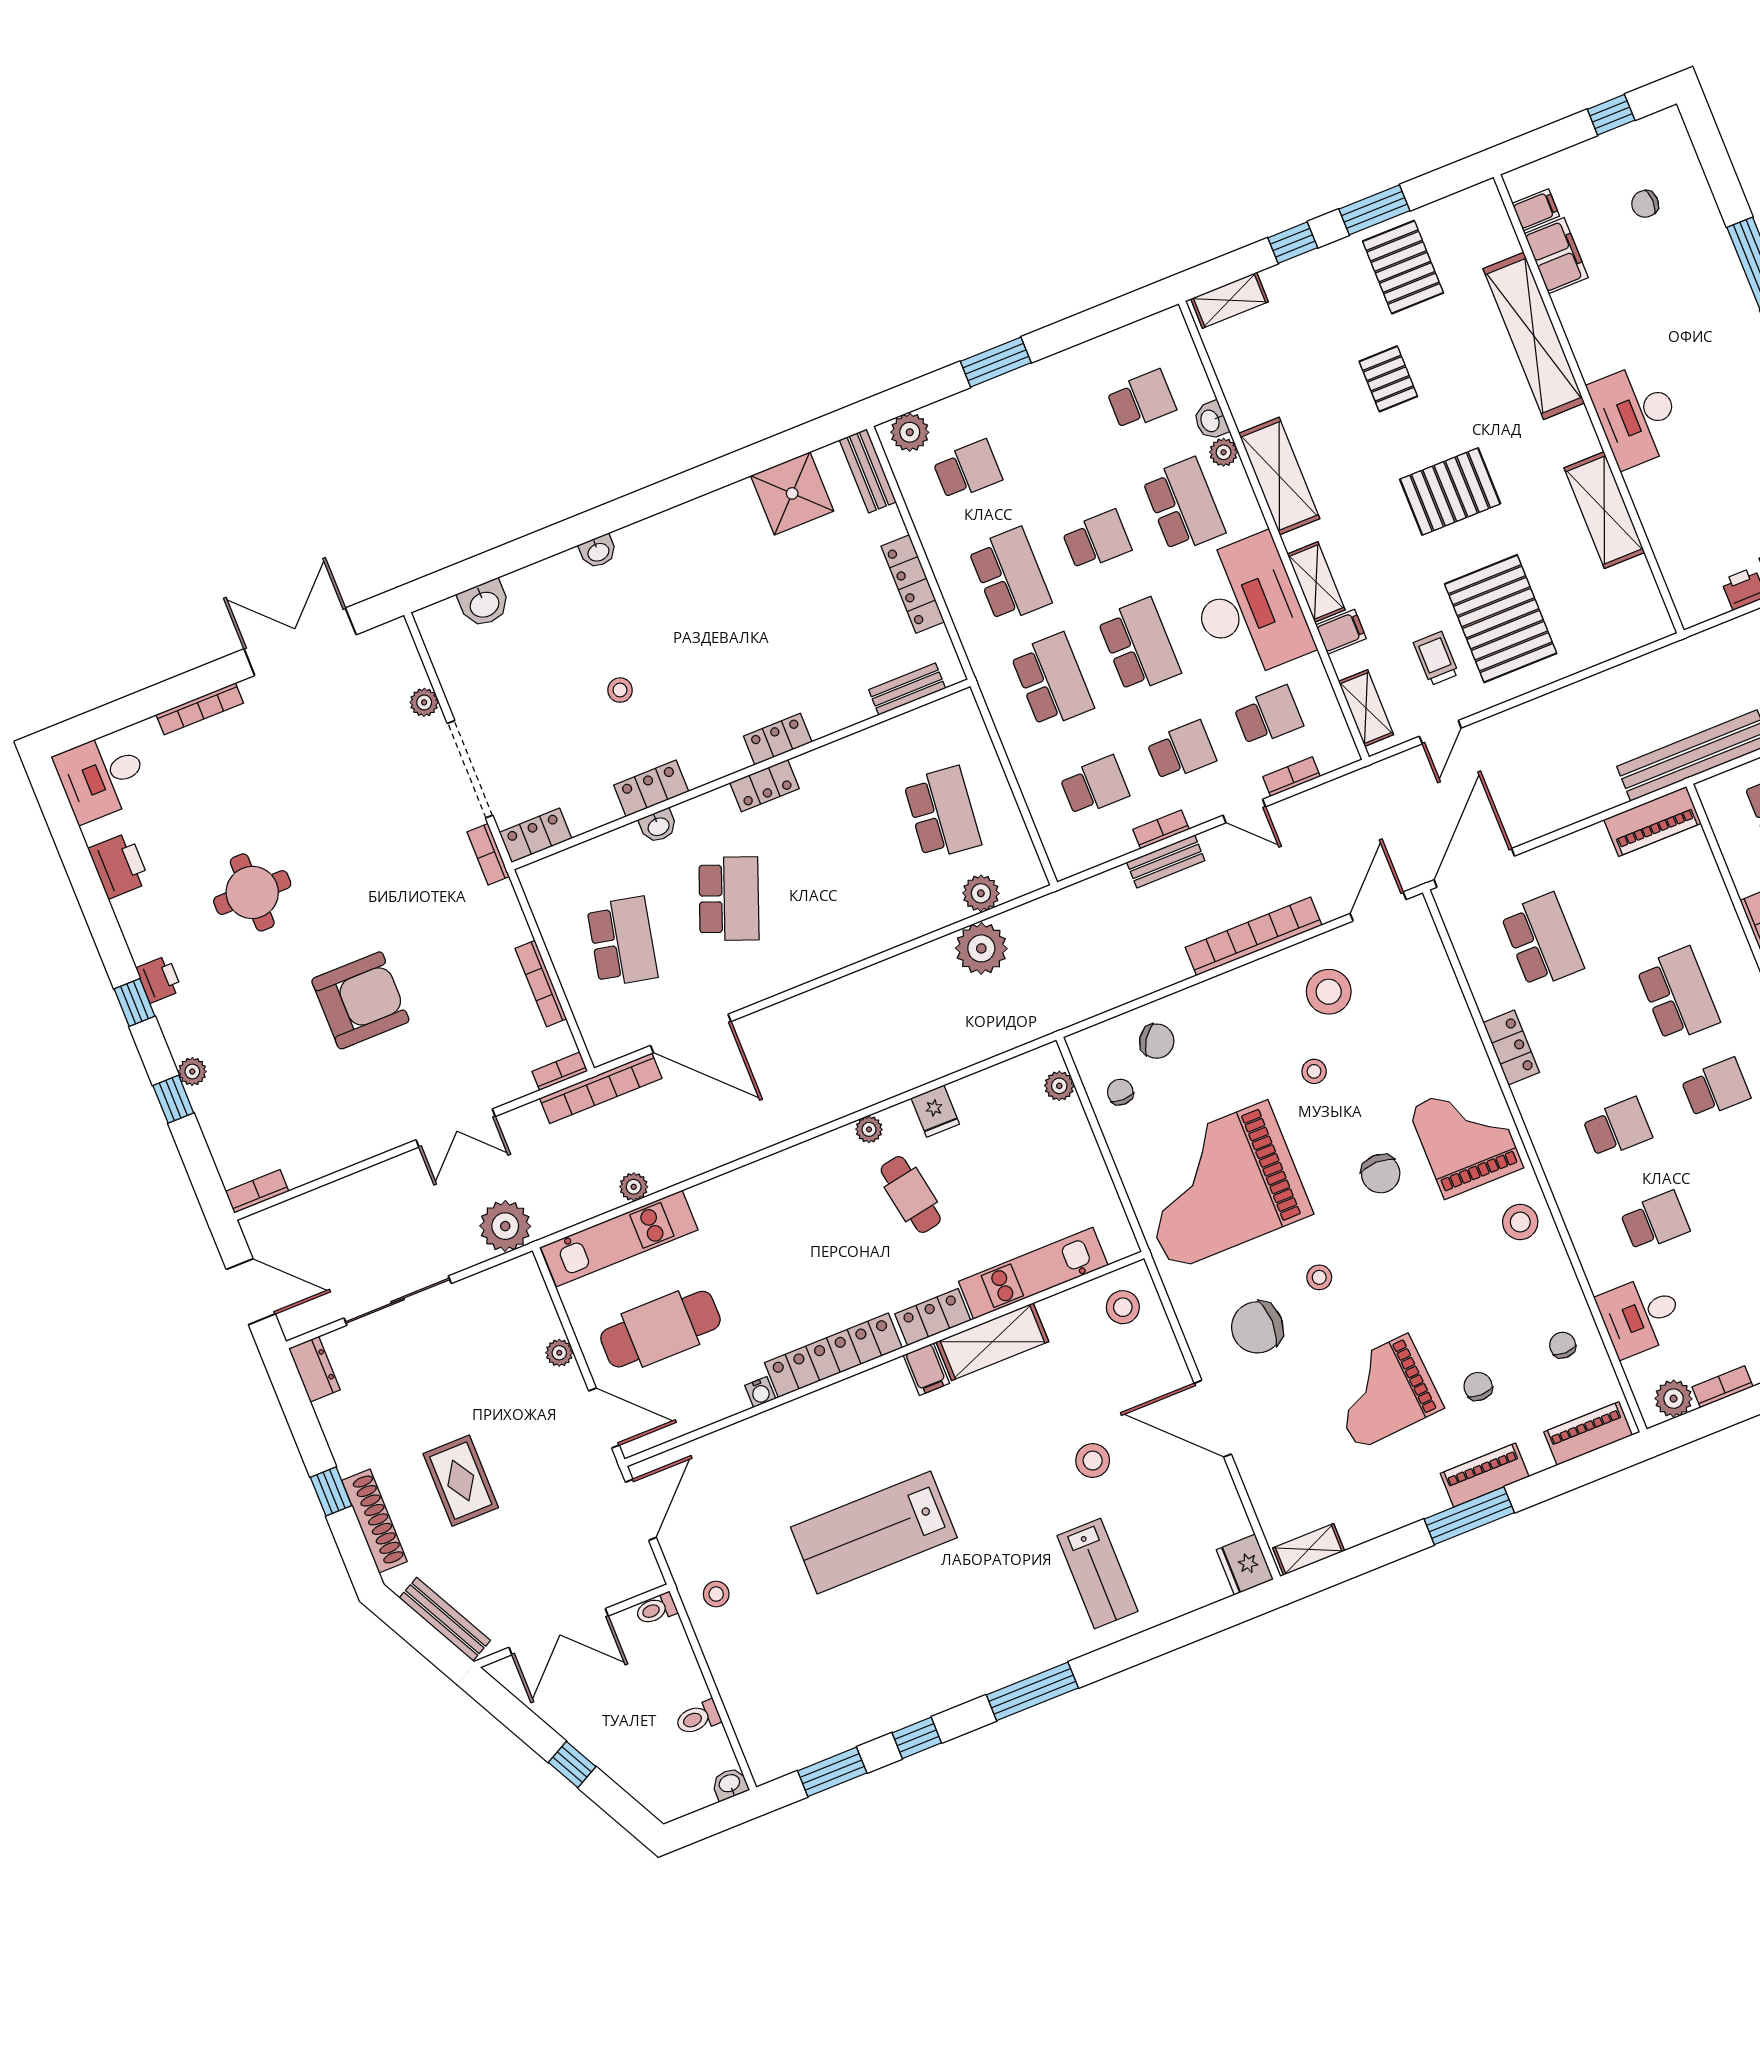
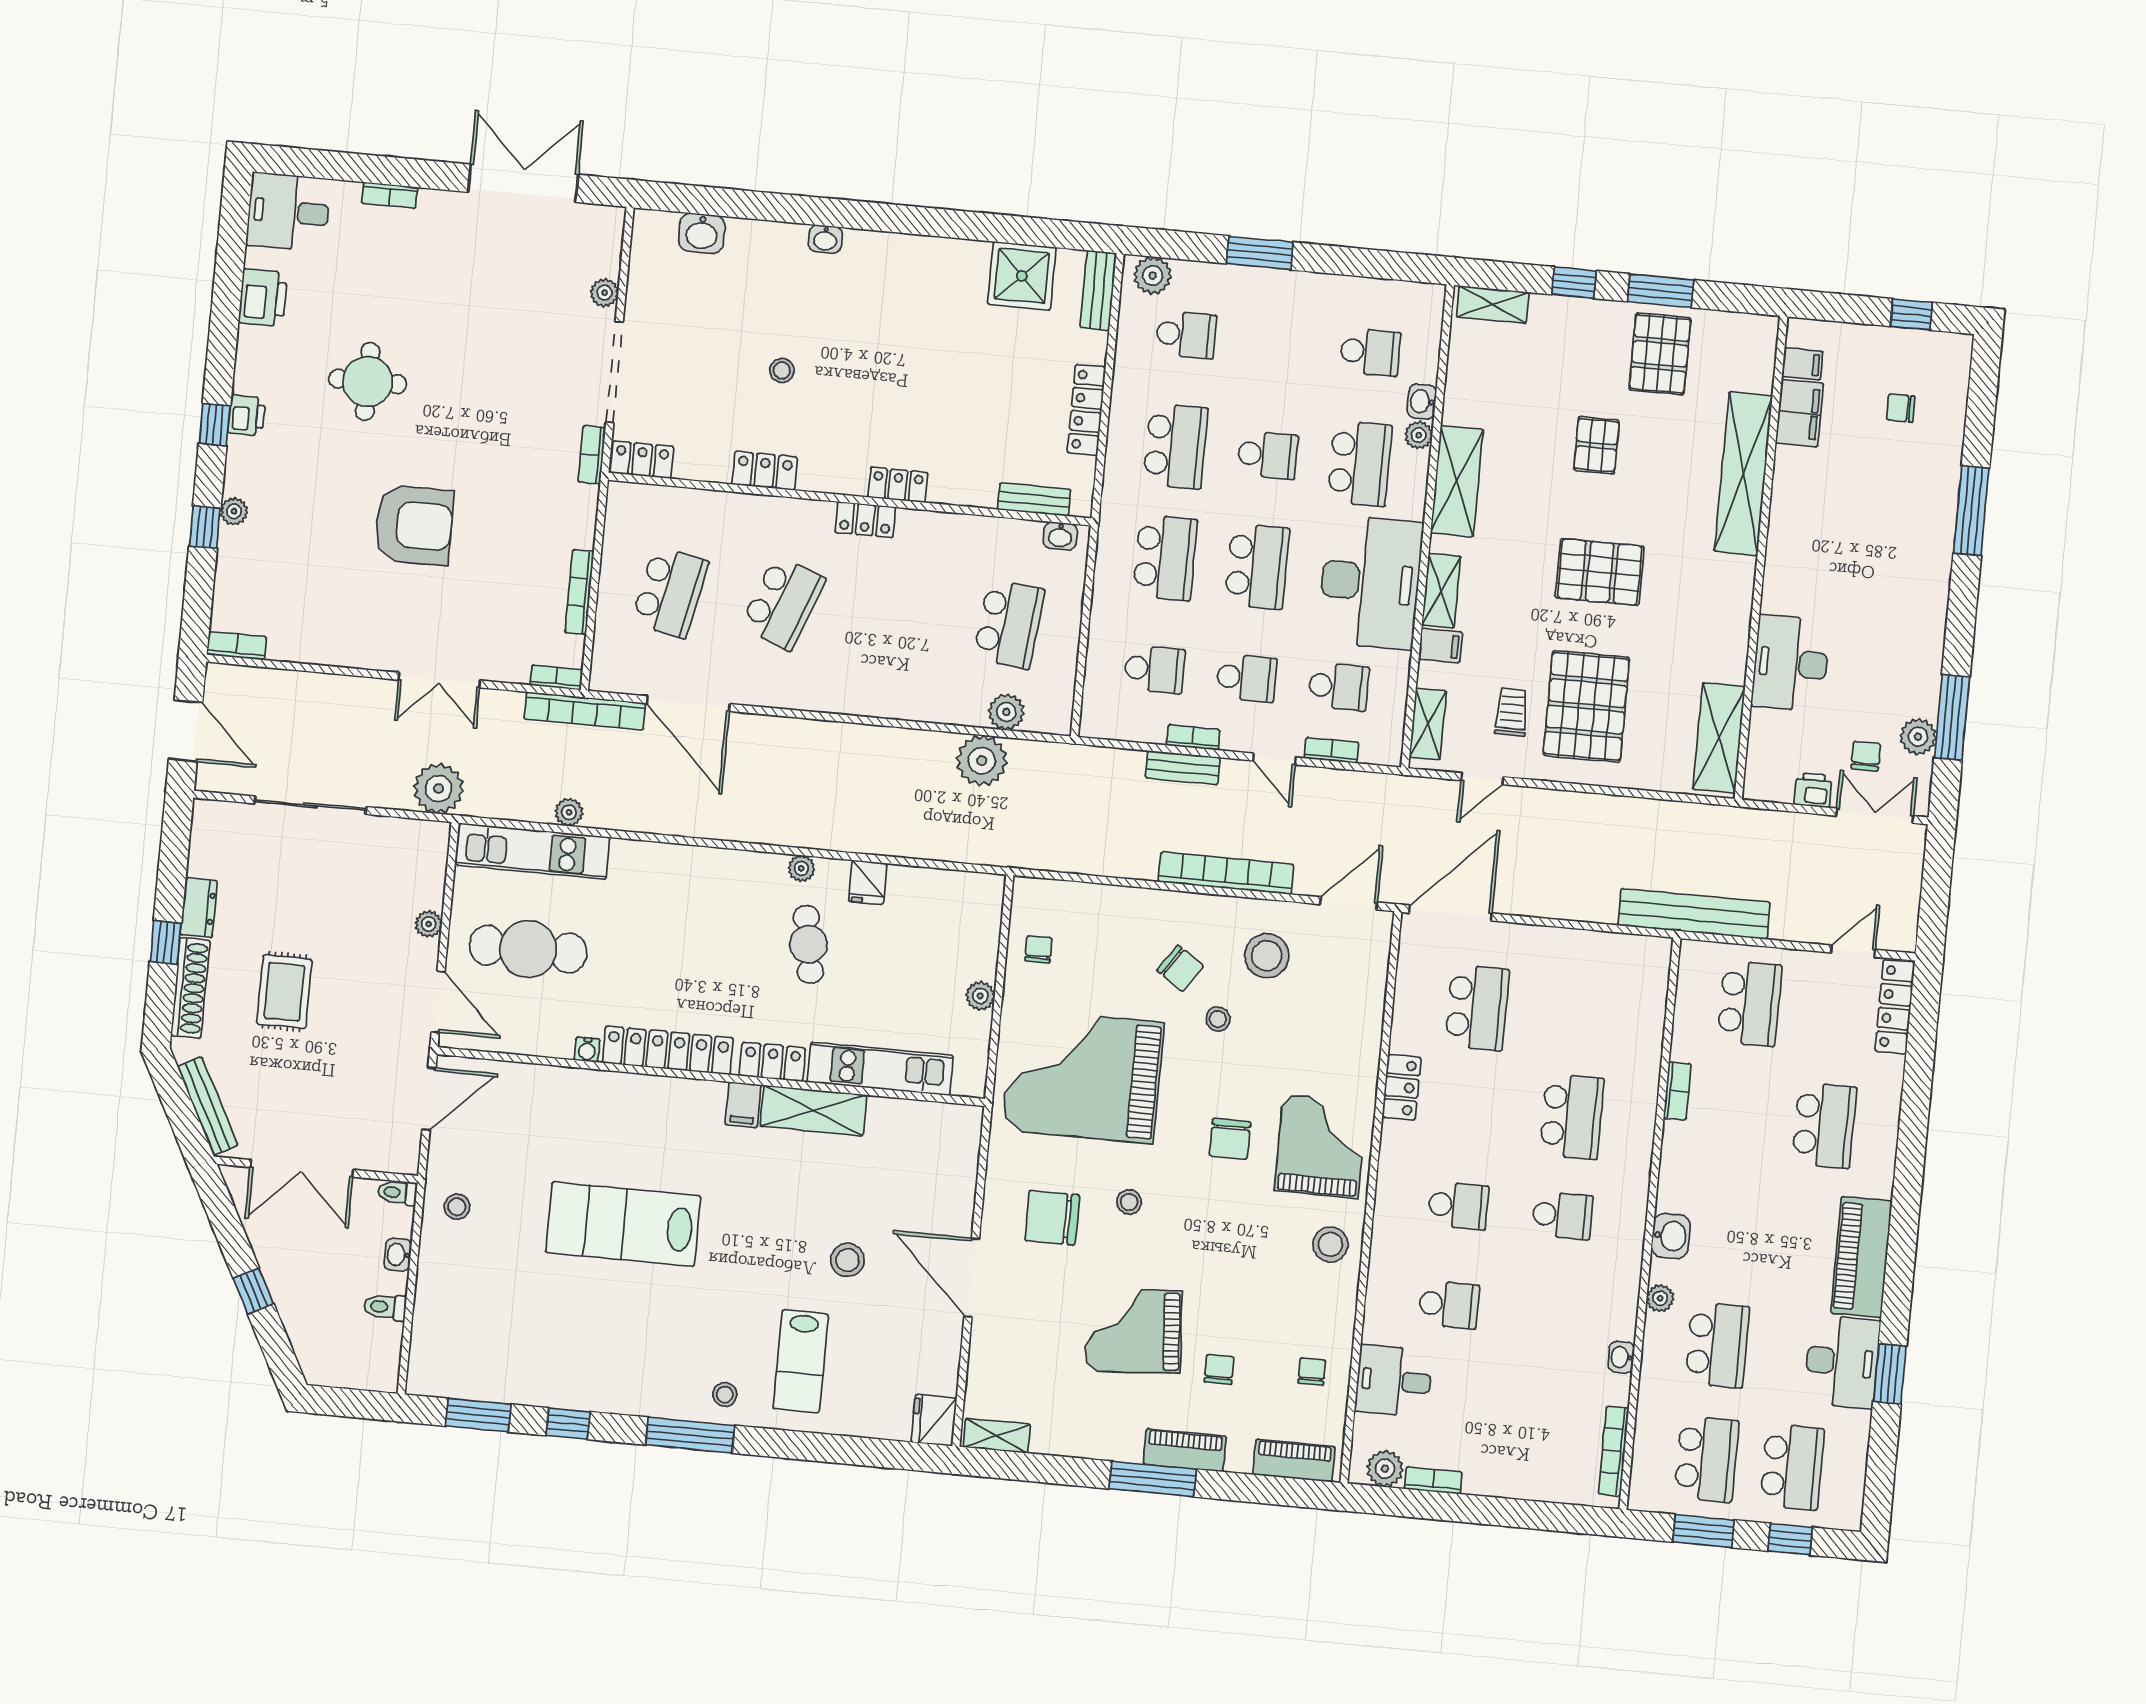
desk: (1637, 415) -> (1791, 663), moved
shelving: (1604, 510) -> (1719, 738), moved
bookcase: (200, 709) -> (390, 195), width x0.64
piano: (1653, 821) -> (1628, 953), removed
washbasin: (658, 826) -> (1060, 536), moved
chair: (1157, 1041) -> (1180, 968), moved
plant: (1059, 1086) -> (980, 996), moved
stool: (1123, 1307) -> (725, 1395), moved, width x0.73, depth x0.73
dresser: (314, 1369) -> (199, 908), moved
washbasin: (730, 1784) -> (398, 1255), moved, turned -90

